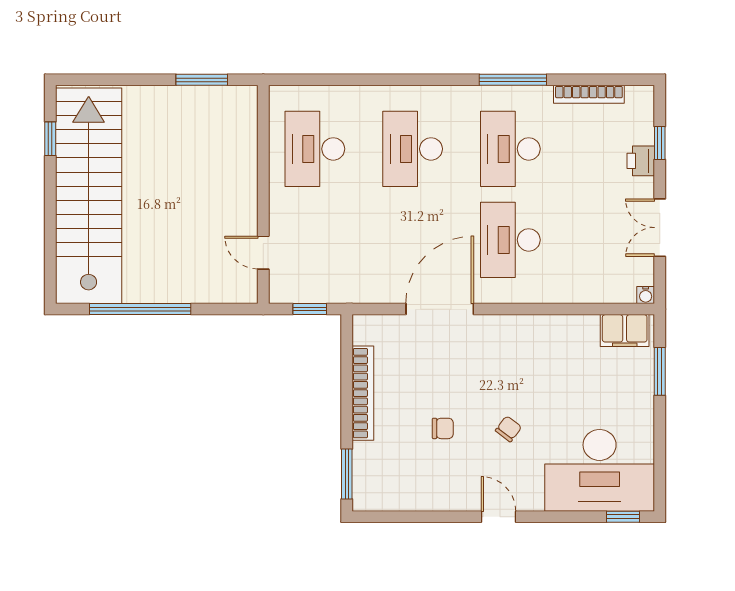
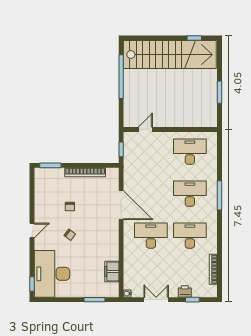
window: (202, 80) -> (220, 92), moved
window: (513, 80) -> (220, 195), moved
filing cabinet: (625, 331) -> (112, 271), moved

